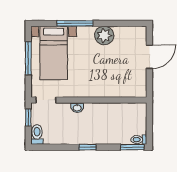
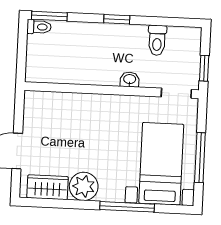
wardrobe: (128, 34) -> (48, 187), added
toilet: (37, 134) -> (157, 40), moved

